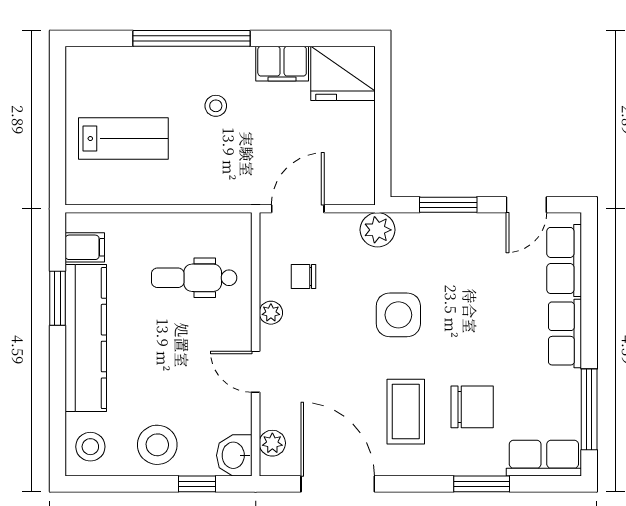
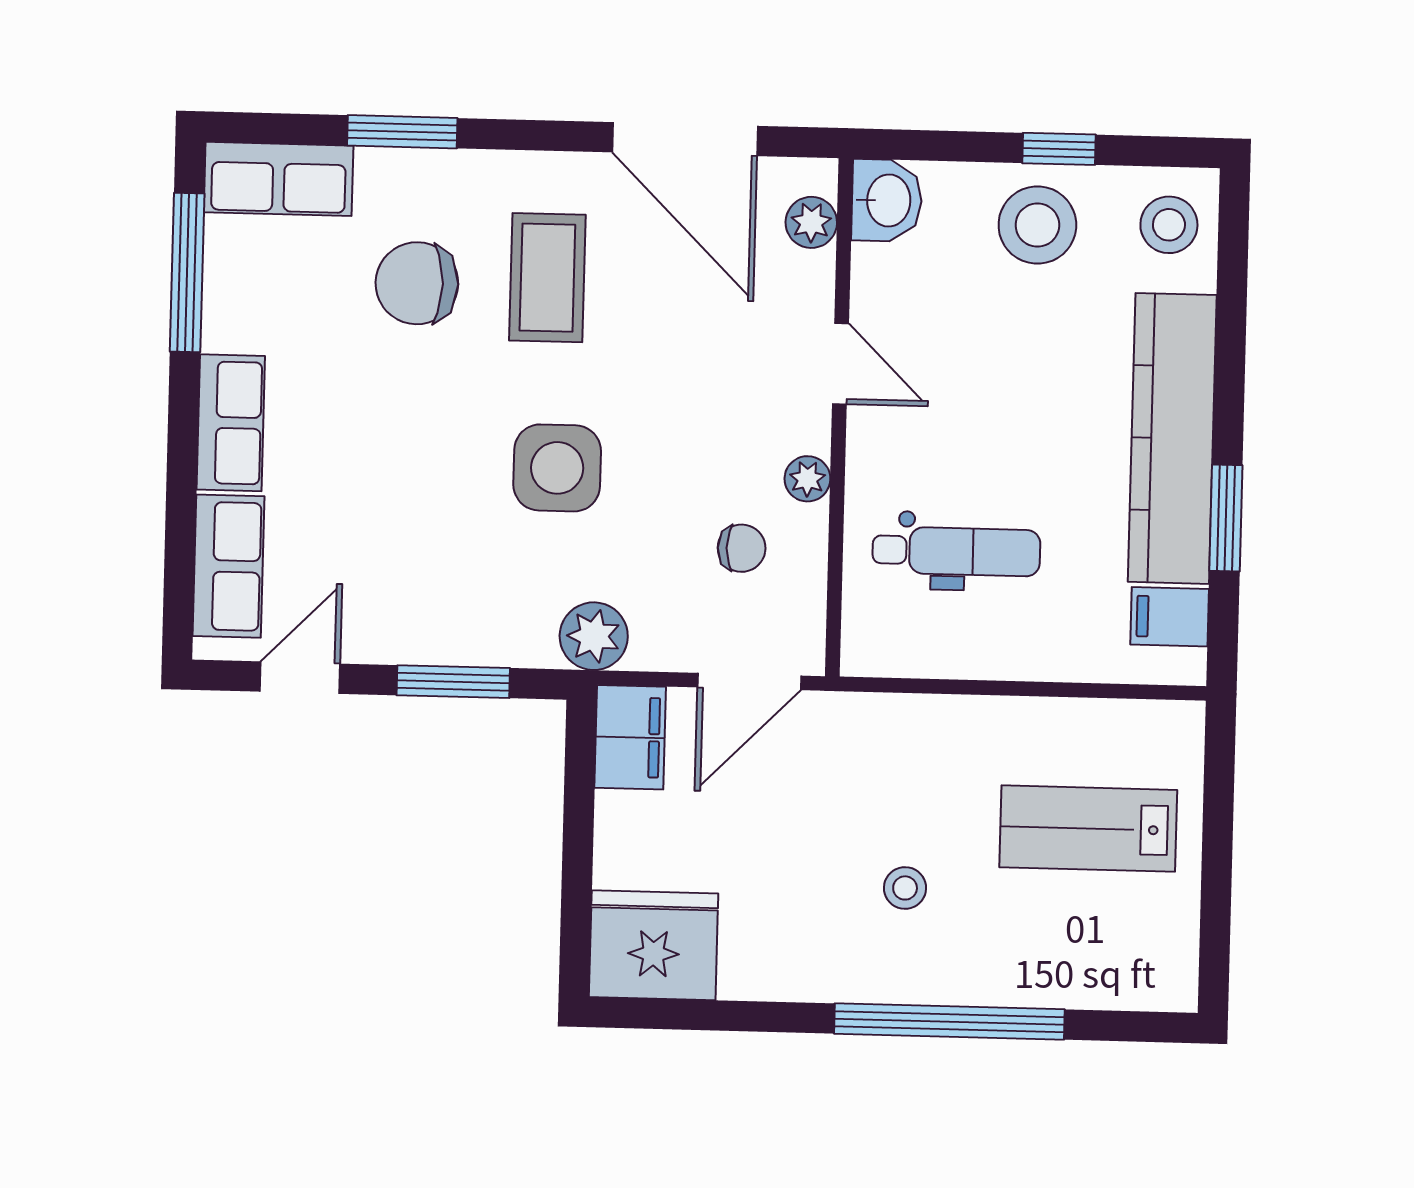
filing cabinet: (282, 64) -> (630, 737), moved, turned 90
window: (197, 484) -> (1059, 149), moved

